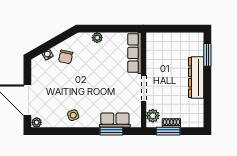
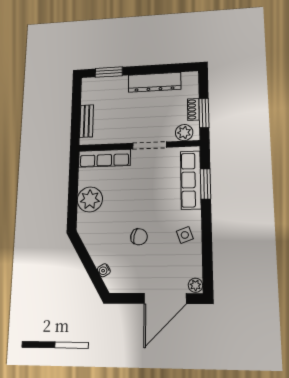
plant: (97, 38) -> (90, 199), width x1.88, depth x1.88
bench: (166, 38) -> (87, 121), added
chair: (66, 57) -> (139, 237), moved
dresser: (196, 77) -> (154, 82), moved
row of seats: (115, 120) -> (191, 180), width x1.48

